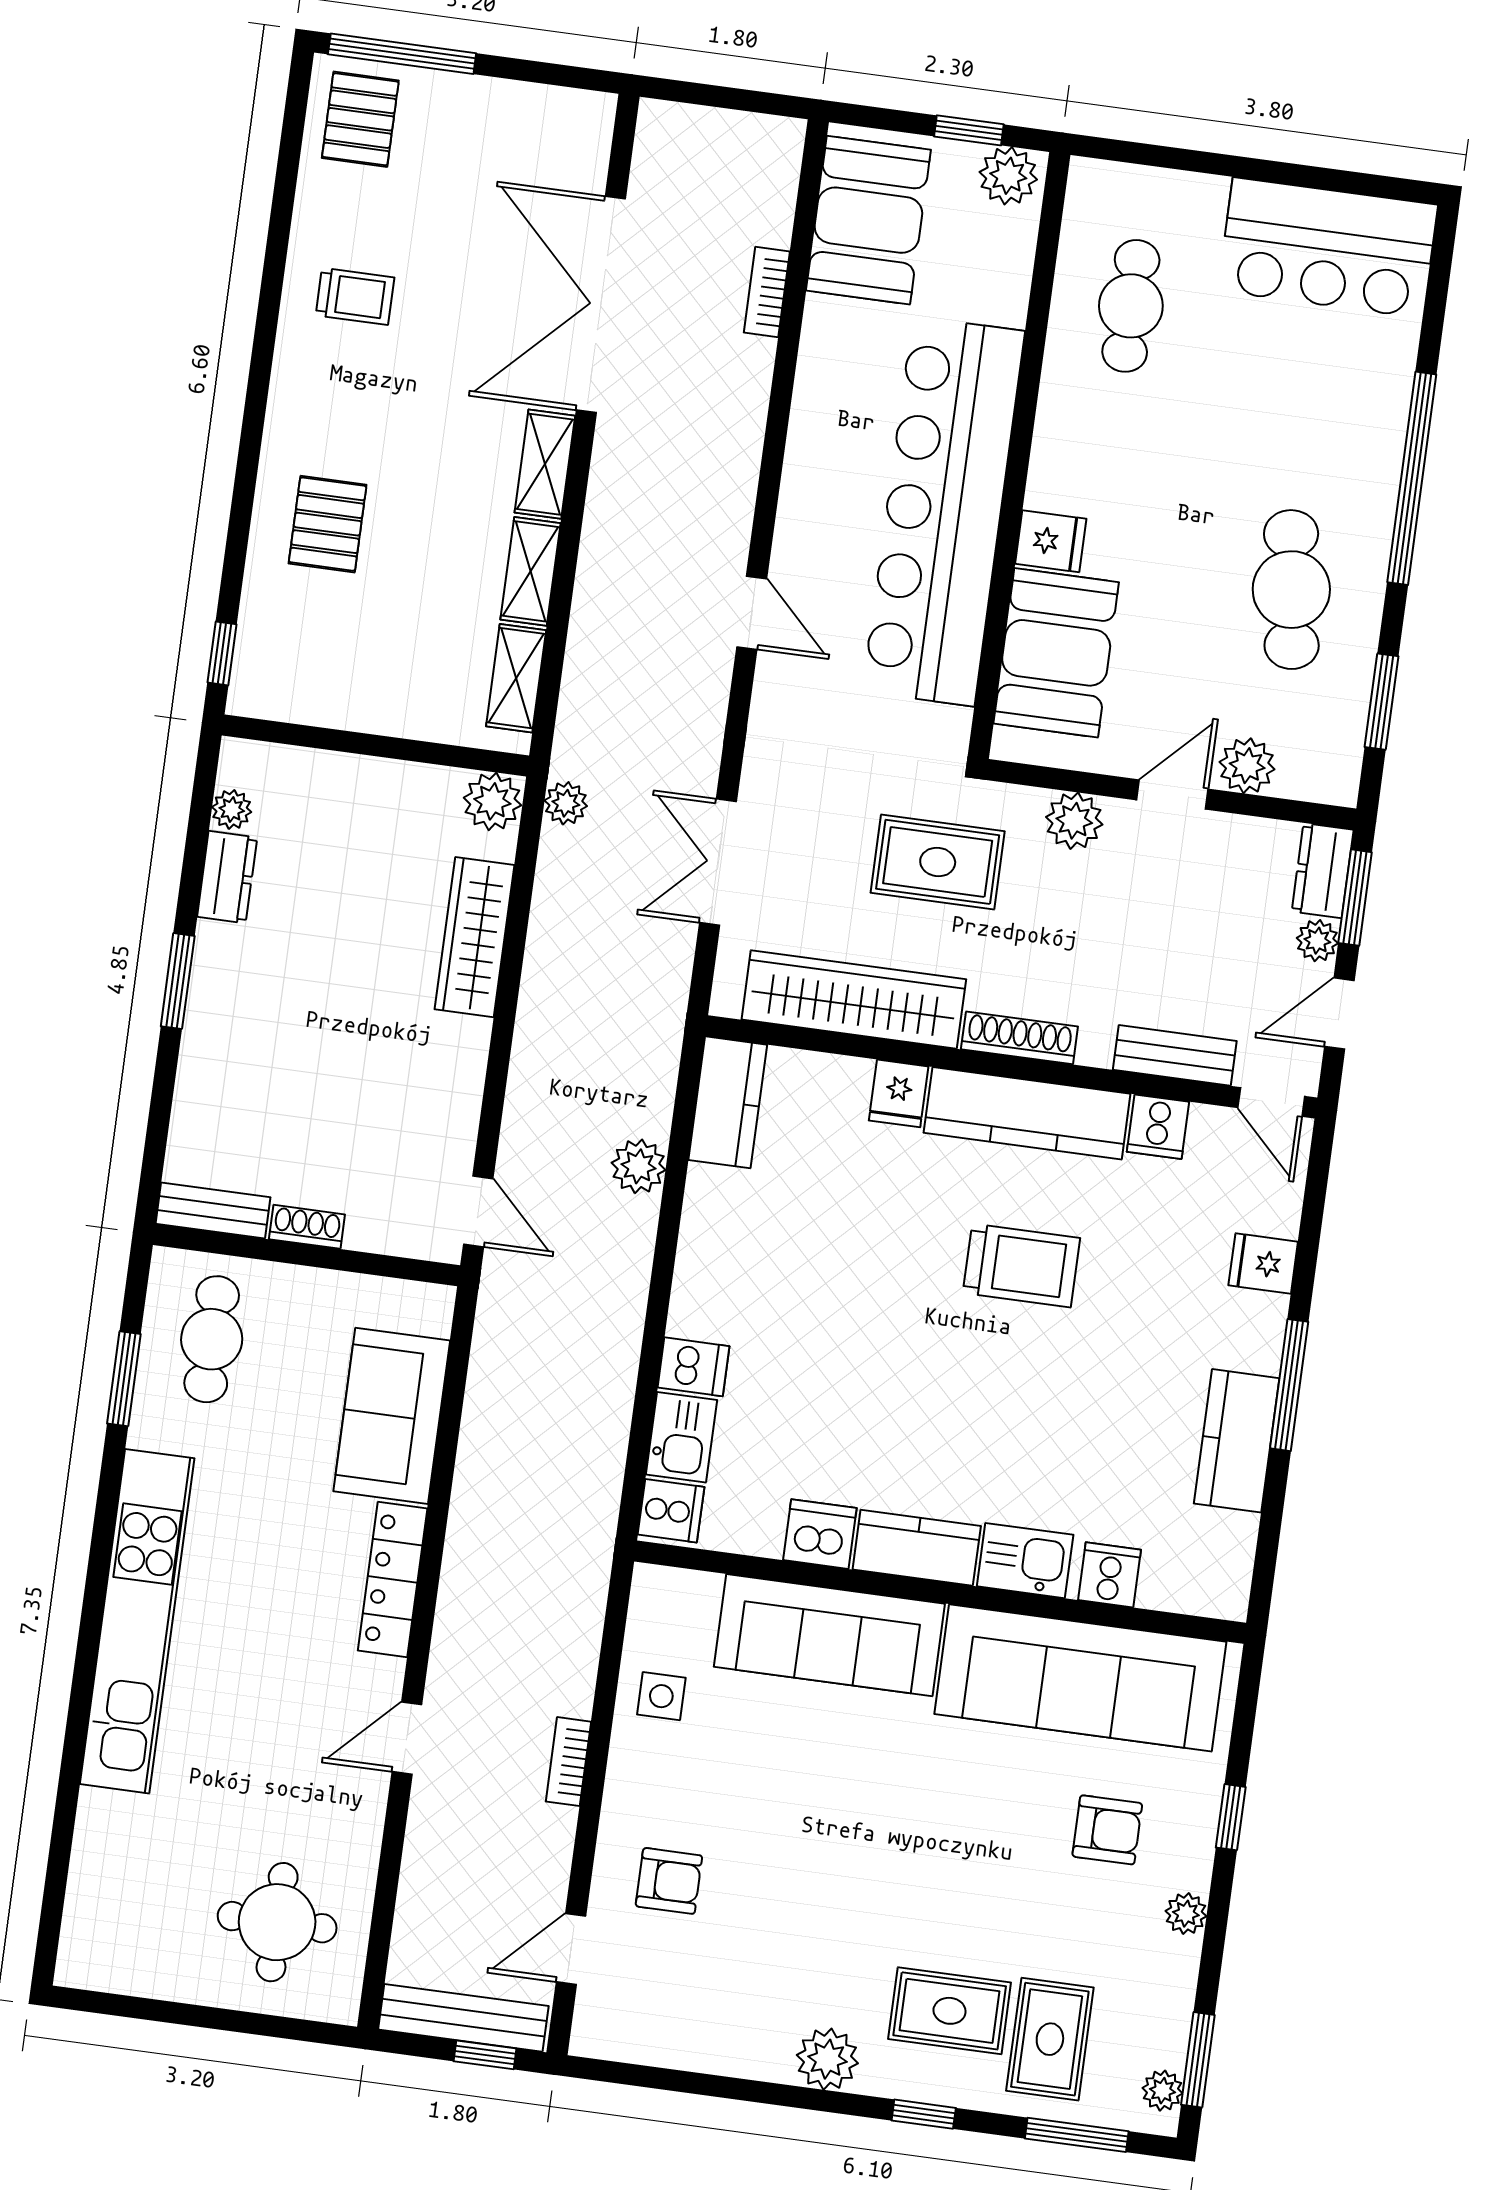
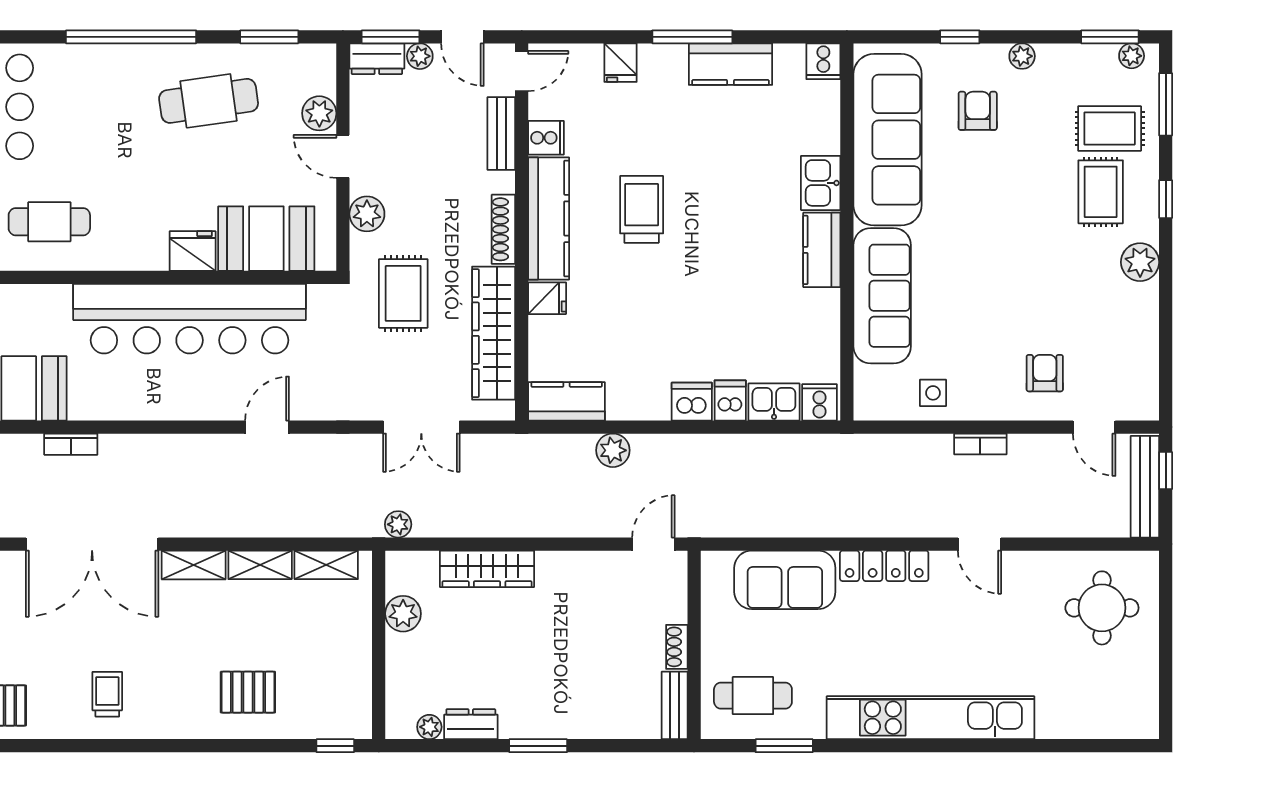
fridge: (1051, 541) -> (193, 251), width x1.38
plant: (492, 801) -> (403, 614), moved
dishwasher: (820, 1534) -> (692, 402), moved, turned 90
cooker: (1110, 1575) -> (823, 61), moved, turned -90

